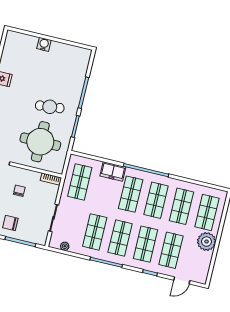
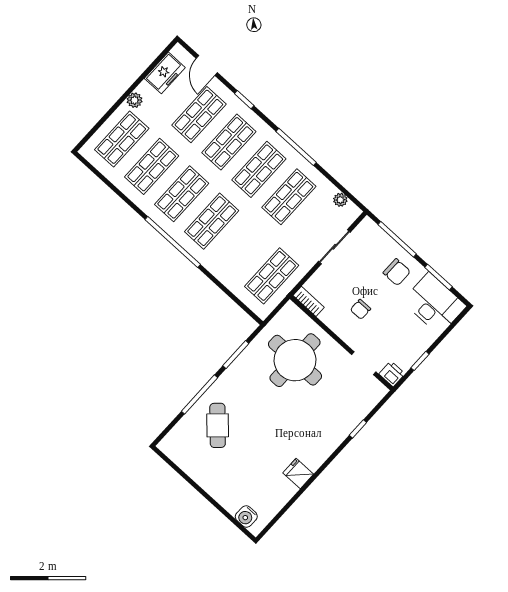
water cooler: (44, 44) -> (246, 517), moved
cafe table: (50, 107) -> (218, 425), moved, turned 53
freezer: (113, 171) -> (165, 73), moved, turned 90
plant: (207, 242) -> (135, 100), width x0.53, depth x0.53
door: (182, 280) -> (207, 65), swing flipped

